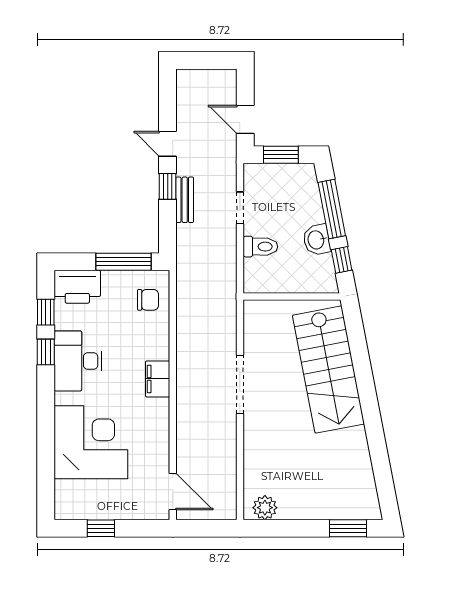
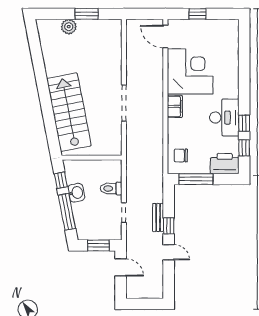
corner desk: (91, 442) -> (190, 71), moved, turned 180
plant: (265, 508) -> (69, 27), moved
window: (101, 528) -> (197, 14), moved
window: (348, 528) -> (87, 14), moved

